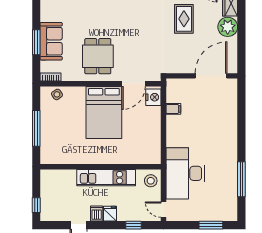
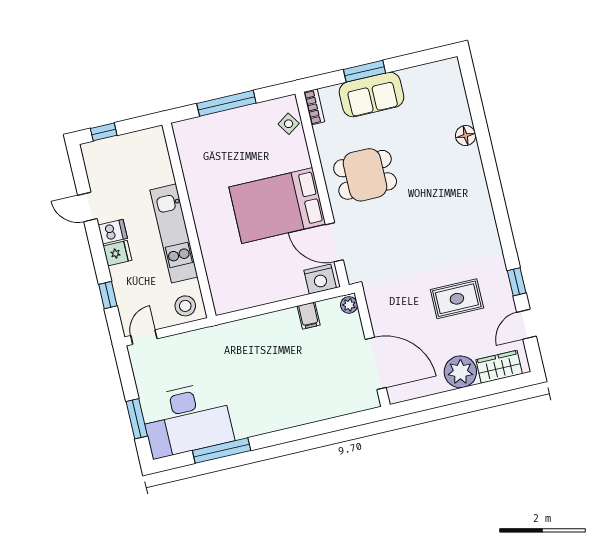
plant: (173, 84) -> (349, 305), added
desk: (185, 173) -> (187, 420), moved, turned 180

